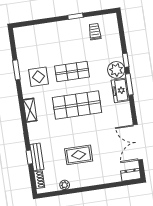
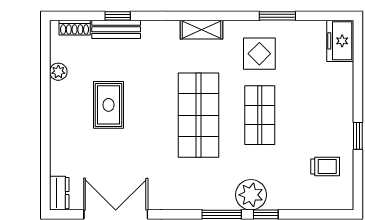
freezer: (120, 90) -> (340, 41), moved, turned -90

